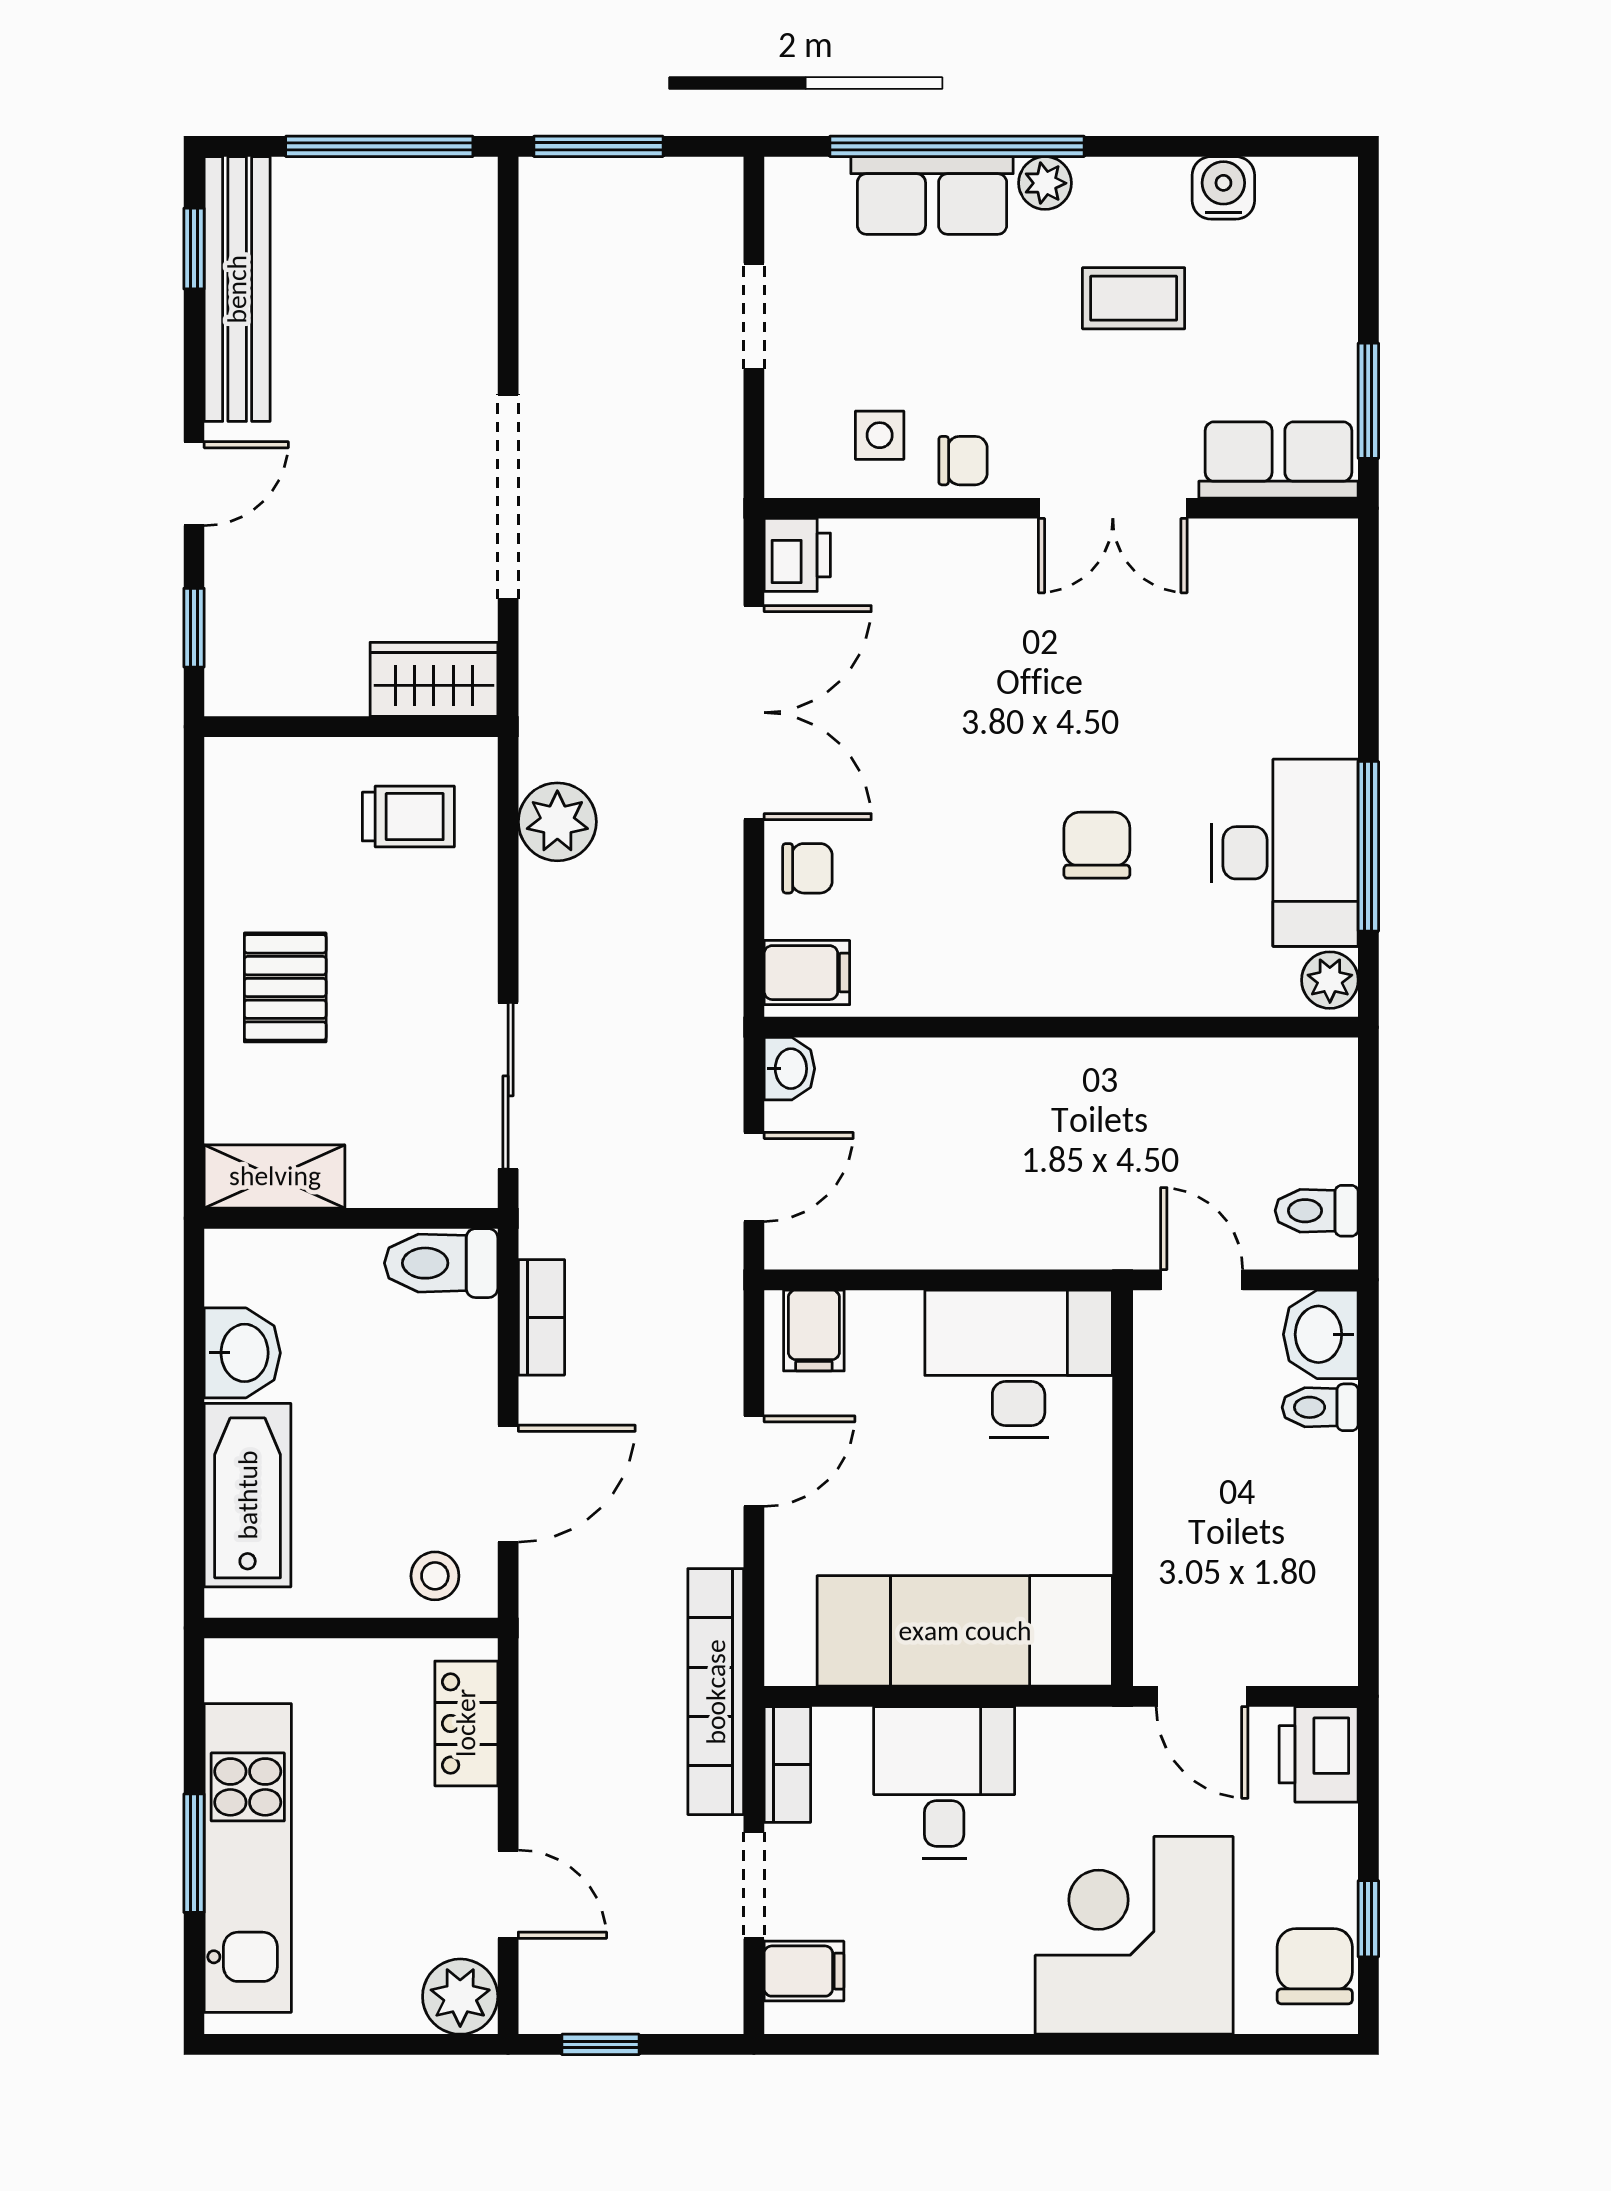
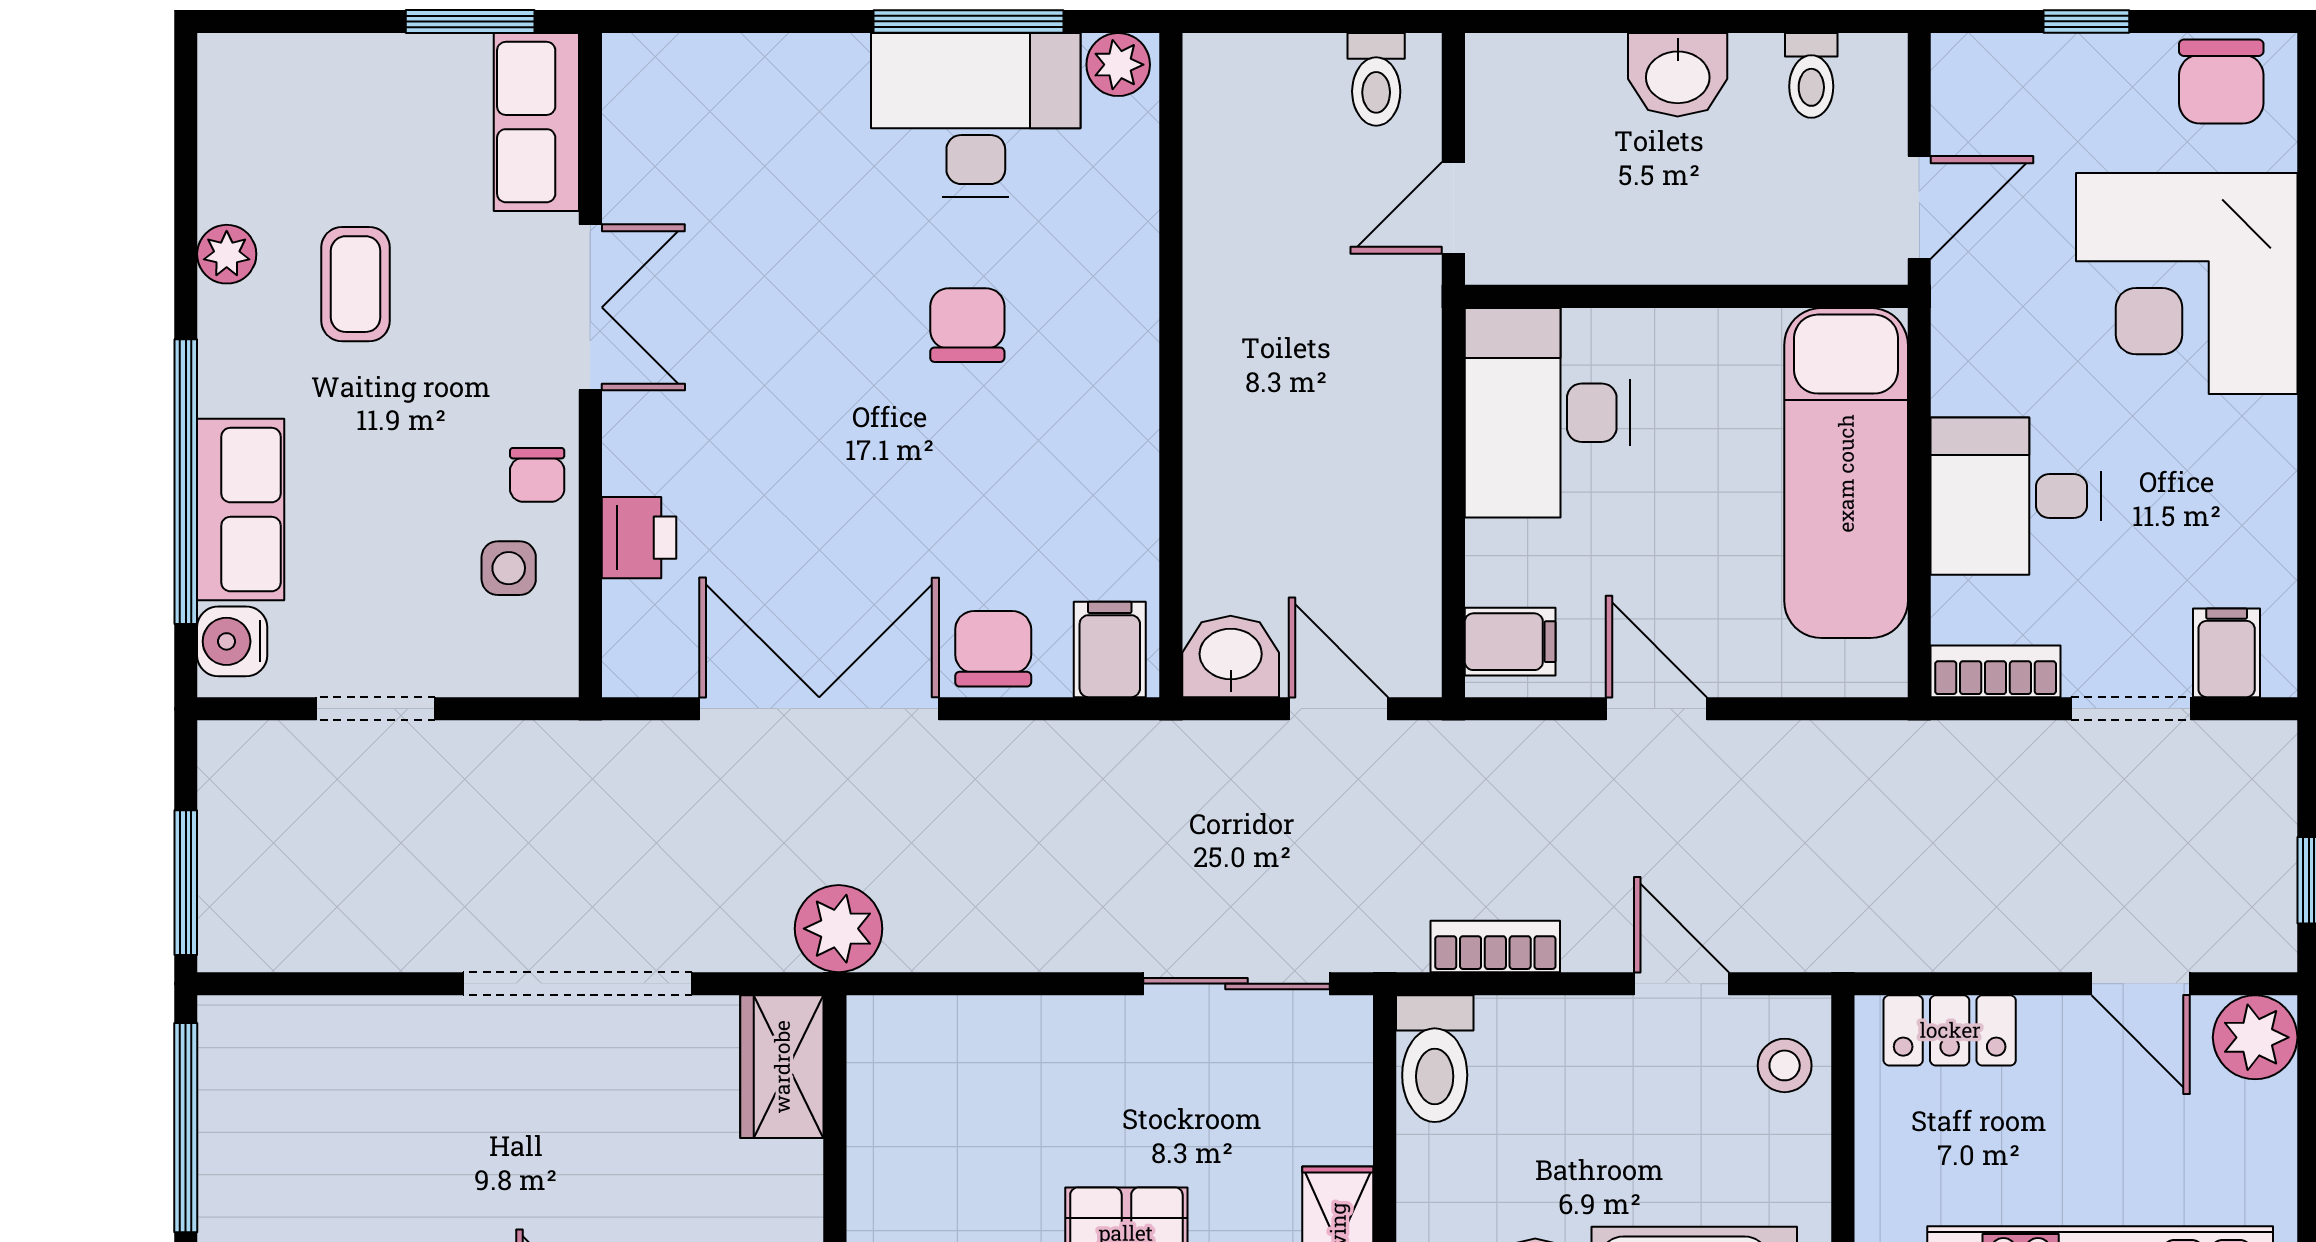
plant: (1045, 183) -> (227, 254), moved
water cooler: (1223, 188) -> (232, 641), moved
chair: (963, 461) -> (537, 475), turned 180
printer: (797, 555) -> (639, 538), moved, turned 90
trolley: (408, 817) -> (935, 1095), removed
plant: (557, 822) -> (839, 929), moved
chair: (1097, 845) -> (967, 325), turned 90
chair: (807, 868) -> (993, 649), width x1.37, depth x1.37
washbasin: (789, 1069) -> (1231, 656), width x1.38, depth x1.45
washbasin: (1321, 1334) -> (1678, 75), moved
toilet: (1320, 1407) -> (1811, 75), moved
door: (508, 1484) -> (1681, 984), width x0.73
bookcase: (716, 1692) -> (1914, 751), removed
printer: (1319, 1754) -> (1984, 77), removed
door: (508, 1894) -> (2141, 984), swing flipped
window: (1368, 1919) -> (2086, 21), moved
chair: (1315, 1966) -> (2221, 81), turned -90

